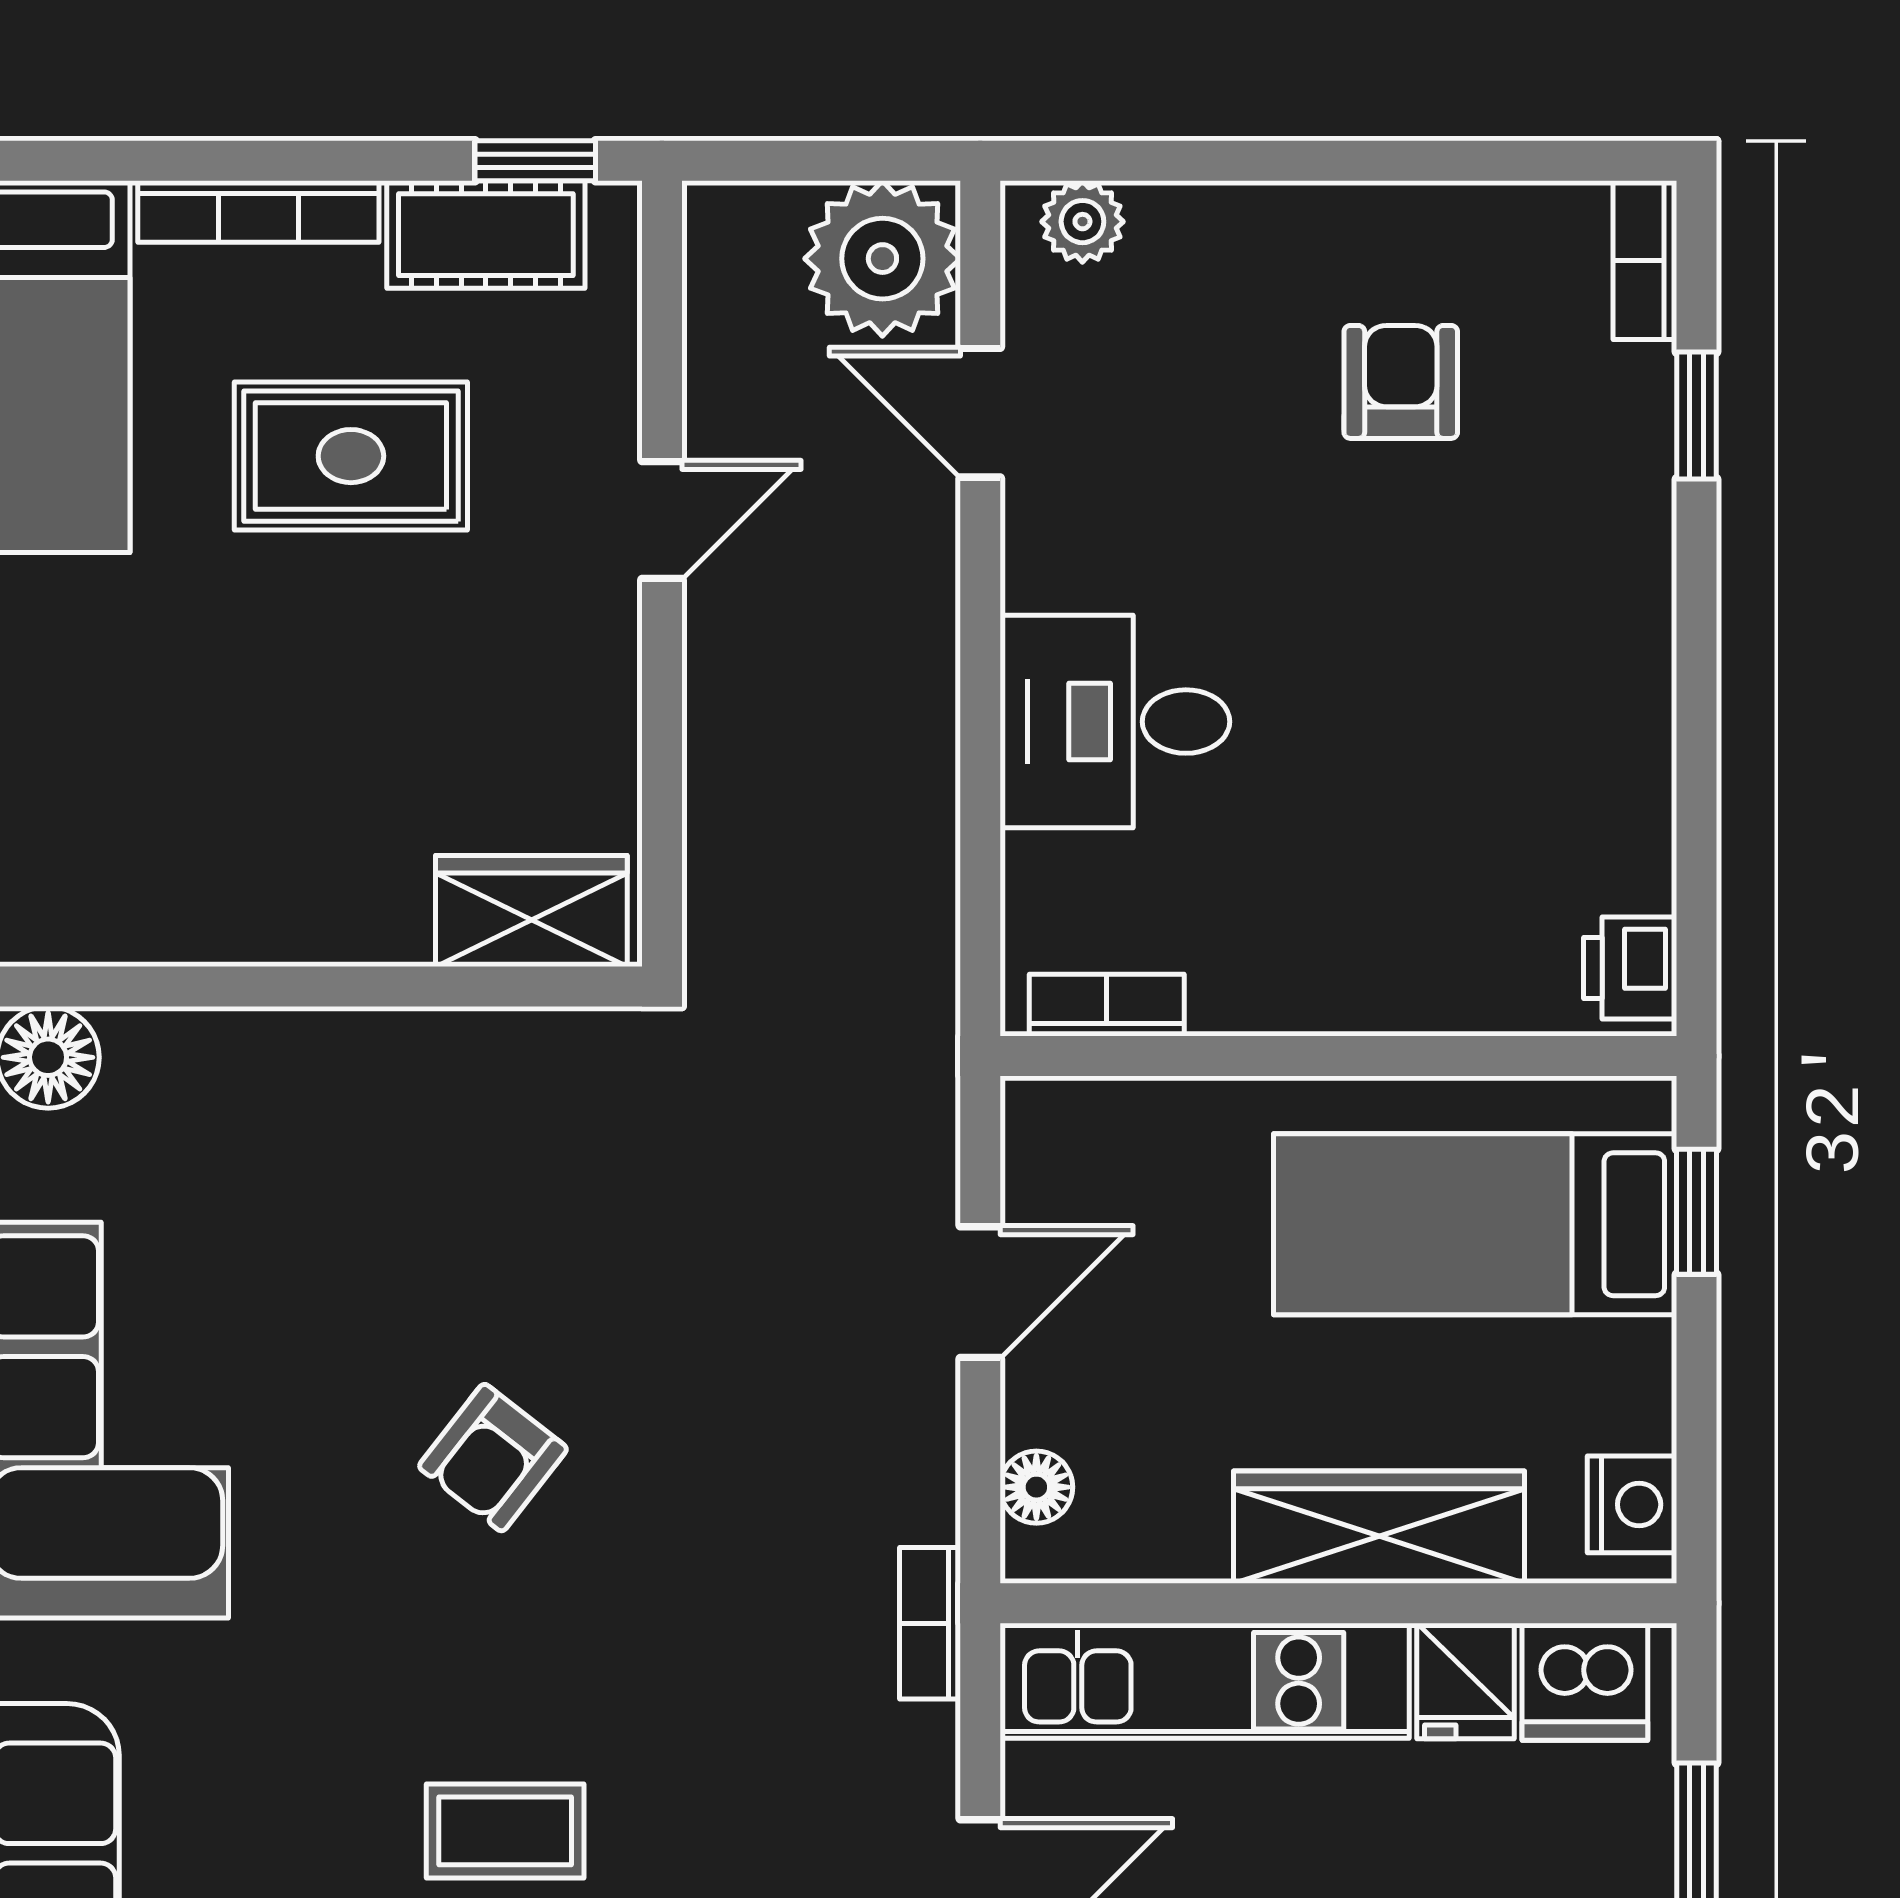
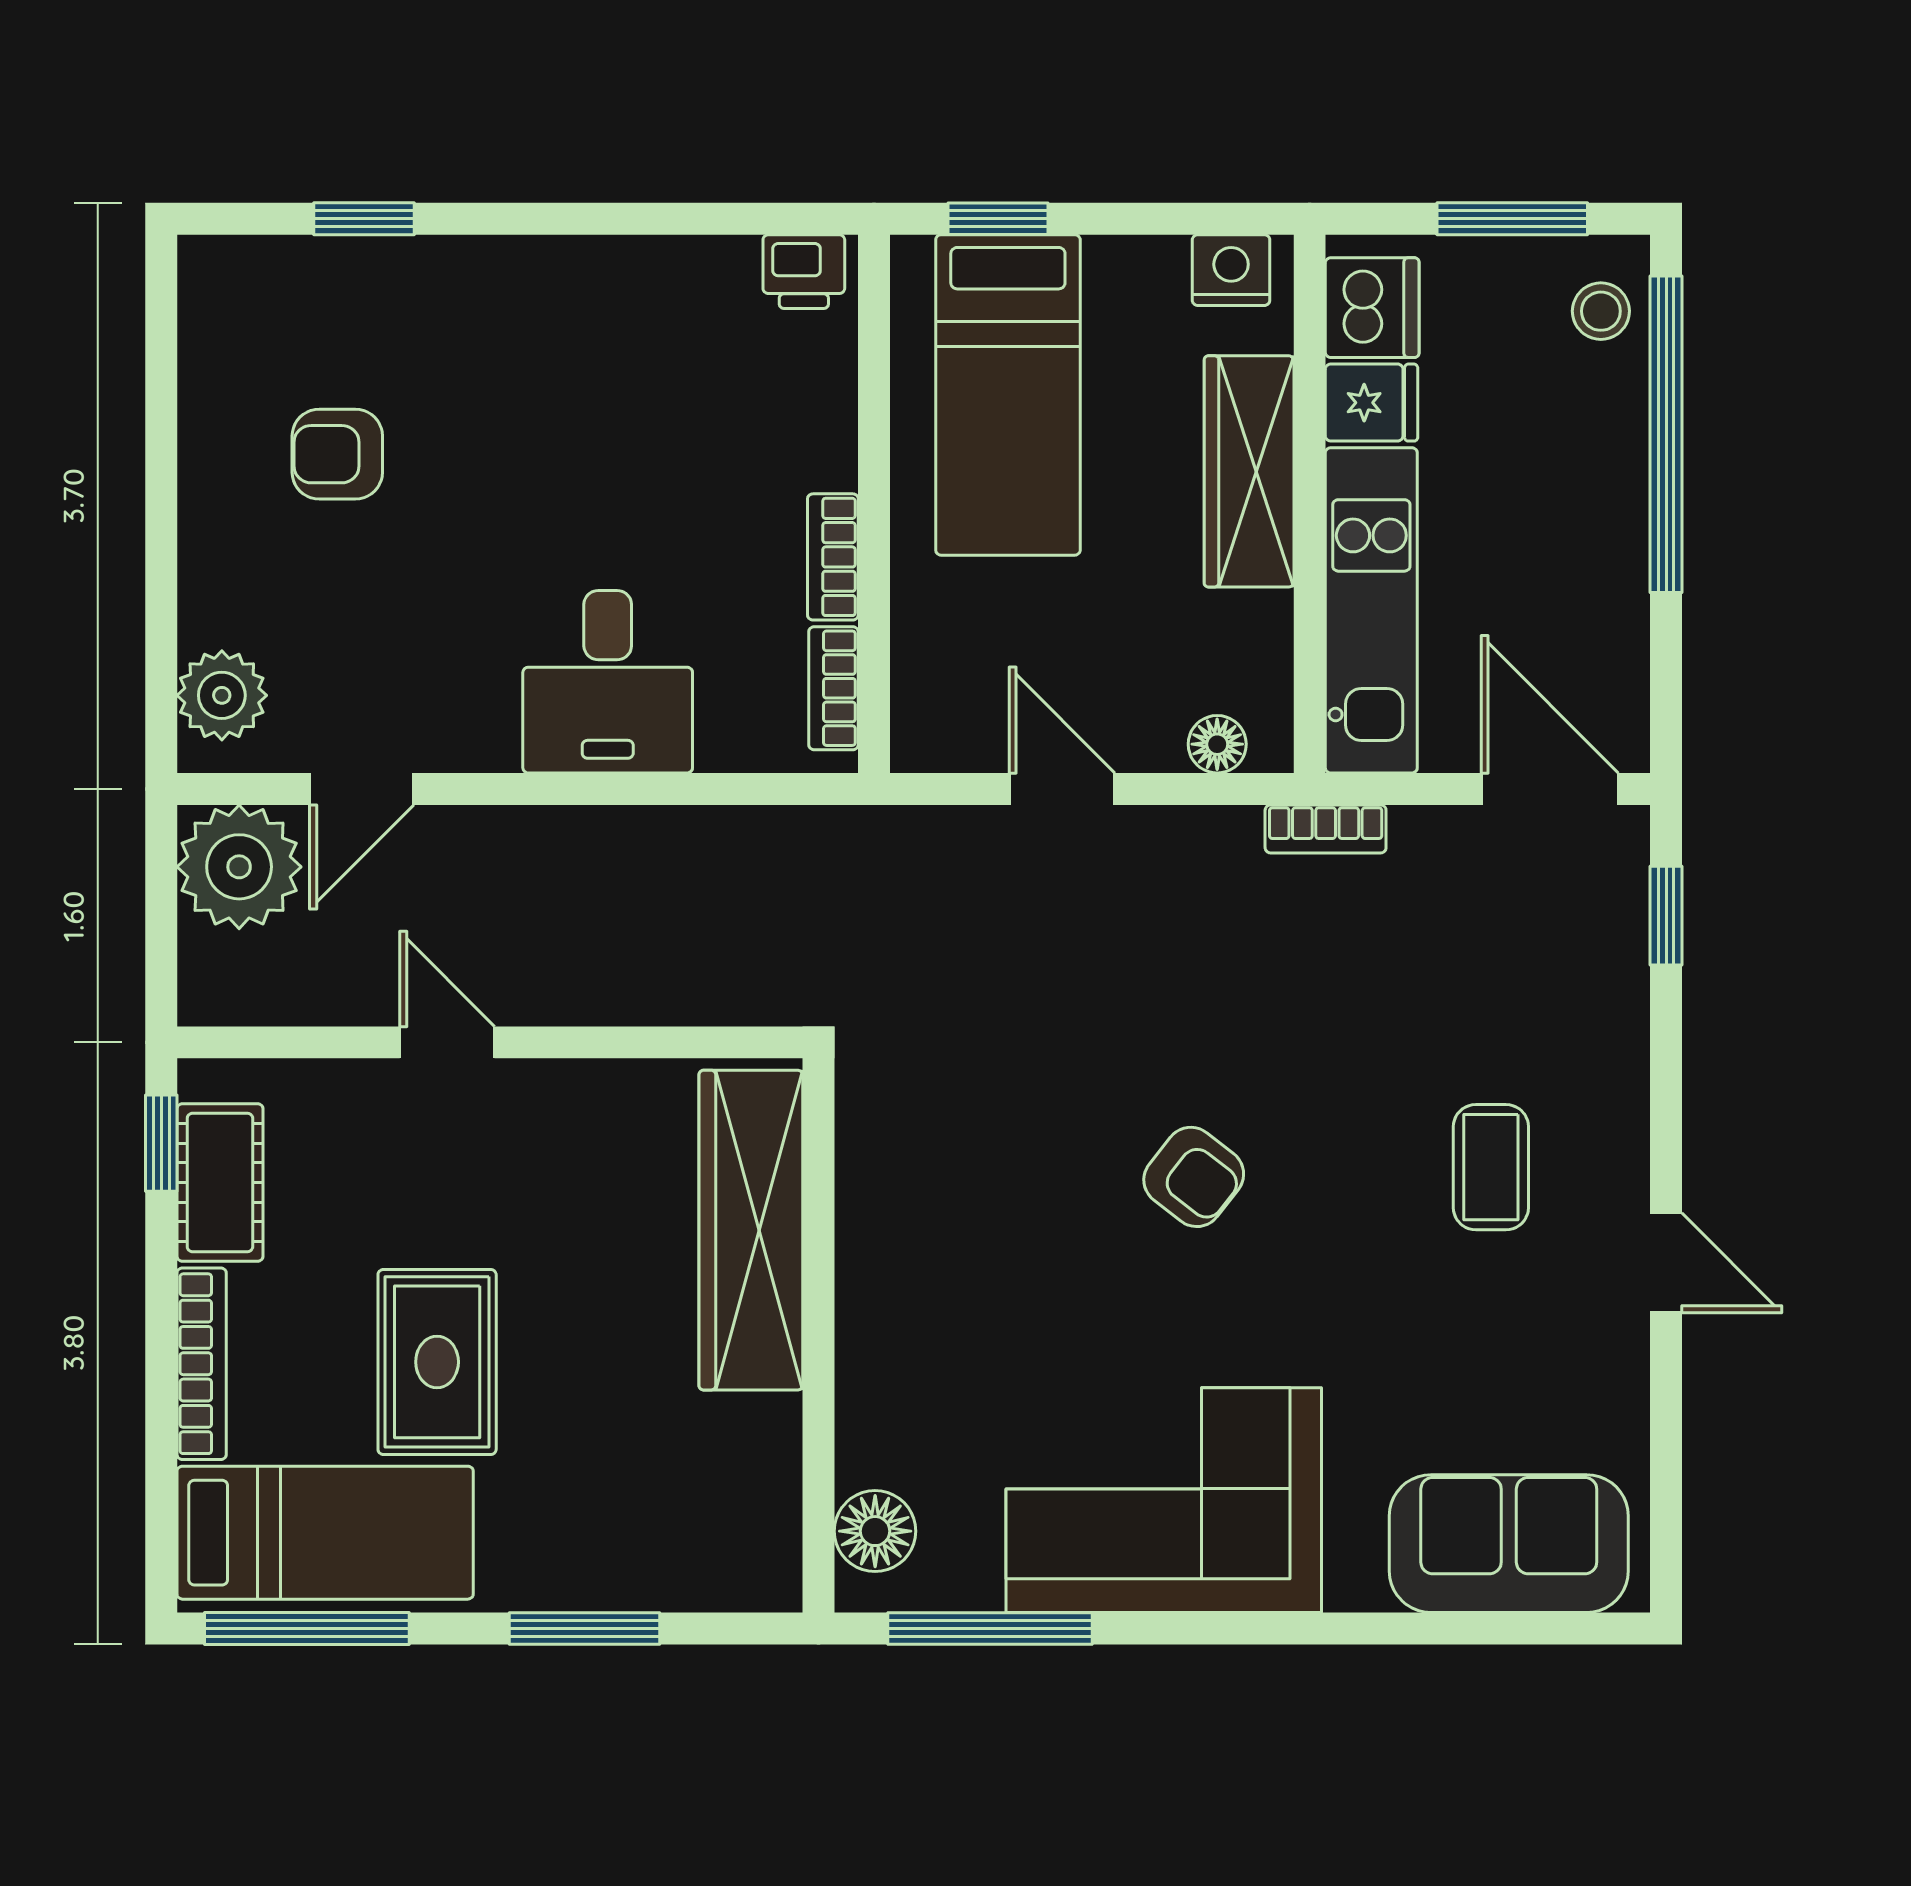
plant: (1082, 222) -> (222, 695), width x1.38, depth x1.38
bookcase: (1645, 260) -> (833, 557), moved, turned 90
rug: (351, 456) -> (437, 1362), moved
wardrobe: (531, 911) -> (751, 1230), width x2.10, depth x1.17

